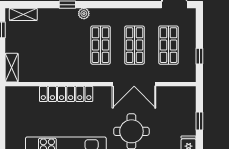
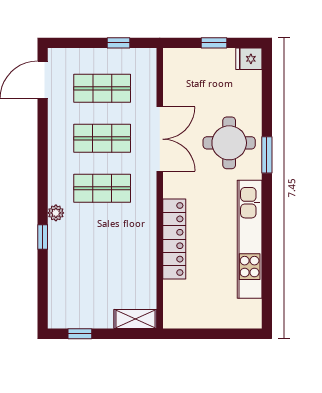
shelving: (23, 14) -> (57, 302), removed

